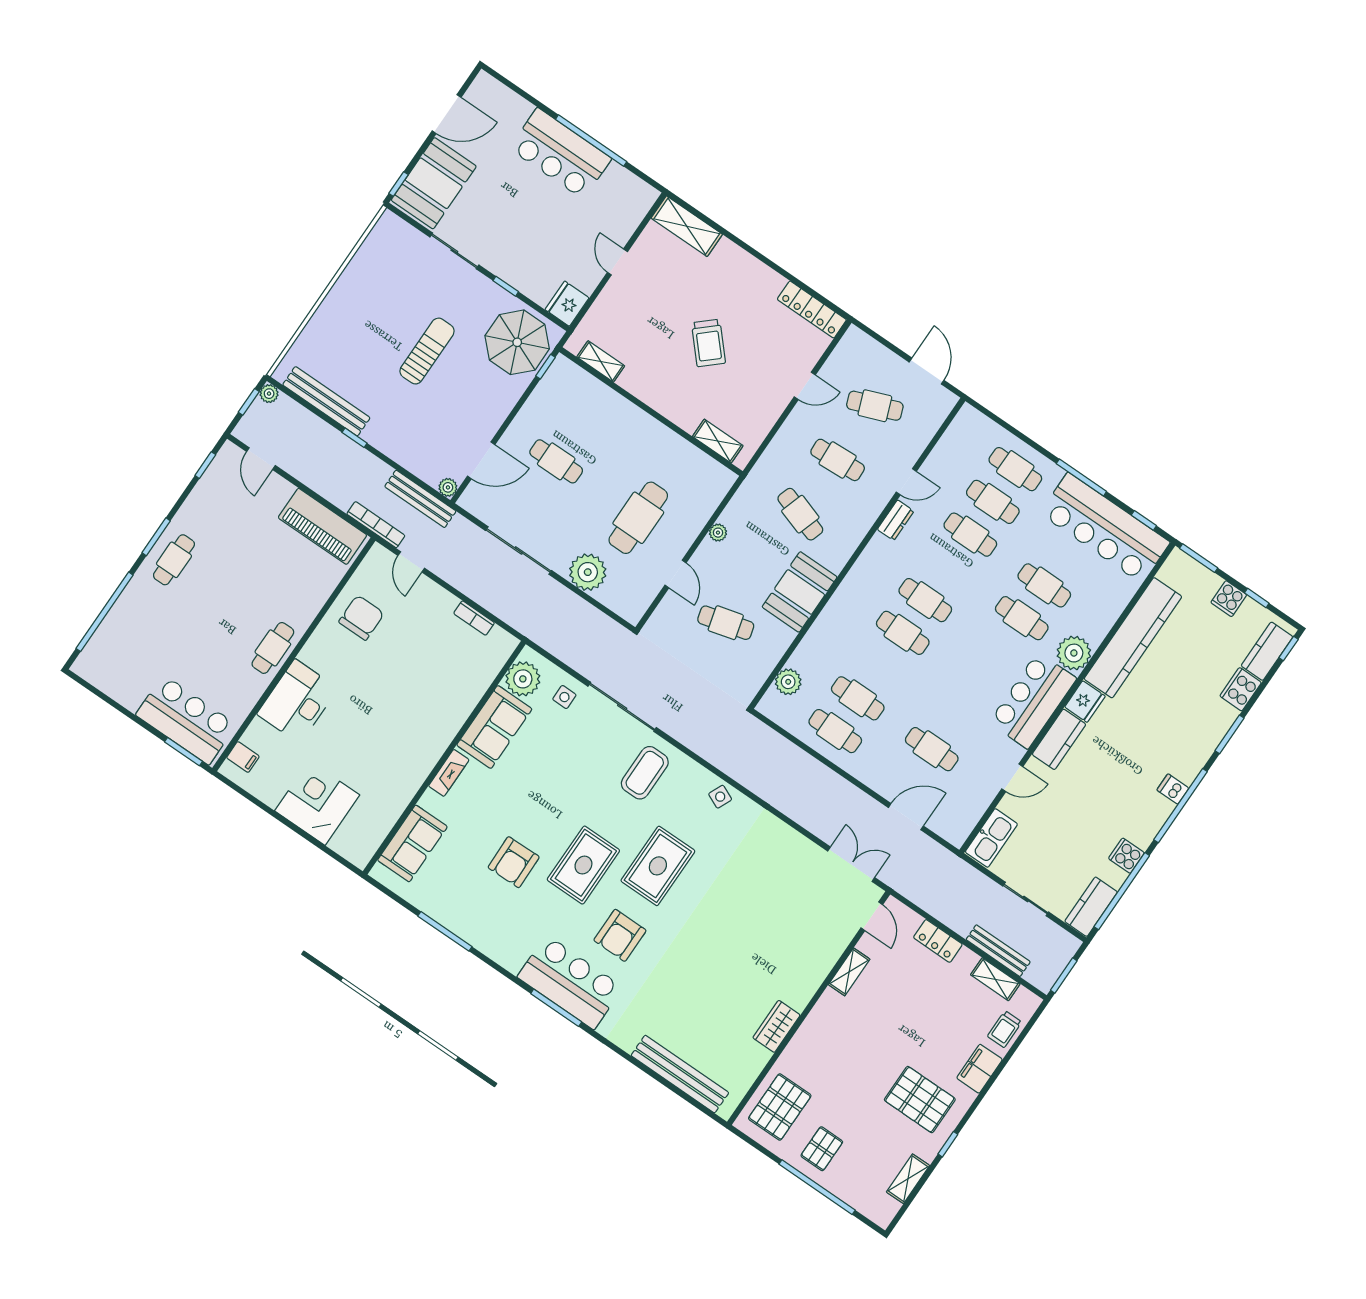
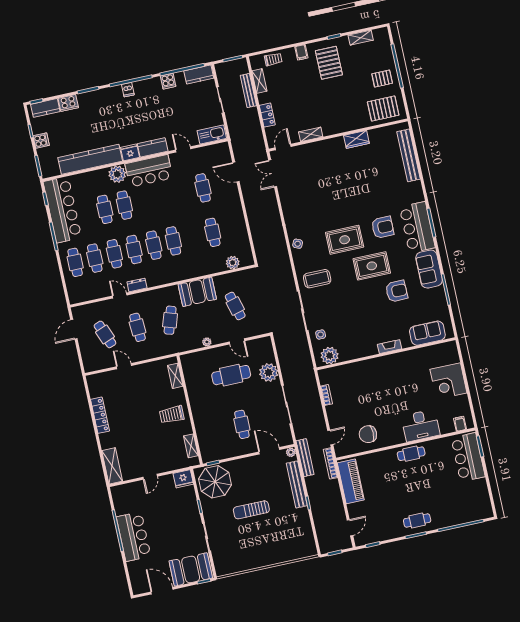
locker: (812, 309) -> (100, 415), moved
trolley: (709, 343) -> (172, 415), moved, turned -138
plant: (269, 394) -> (324, 549), removed
bench: (326, 401) -> (297, 484), moved
door: (675, 574) -> (237, 341), swing flipped
sofa: (494, 727) -> (429, 269), moved, turned -90
cafe table: (835, 731) -> (134, 249), moved
filing cabinet: (979, 1069) -> (301, 52), width x0.50

